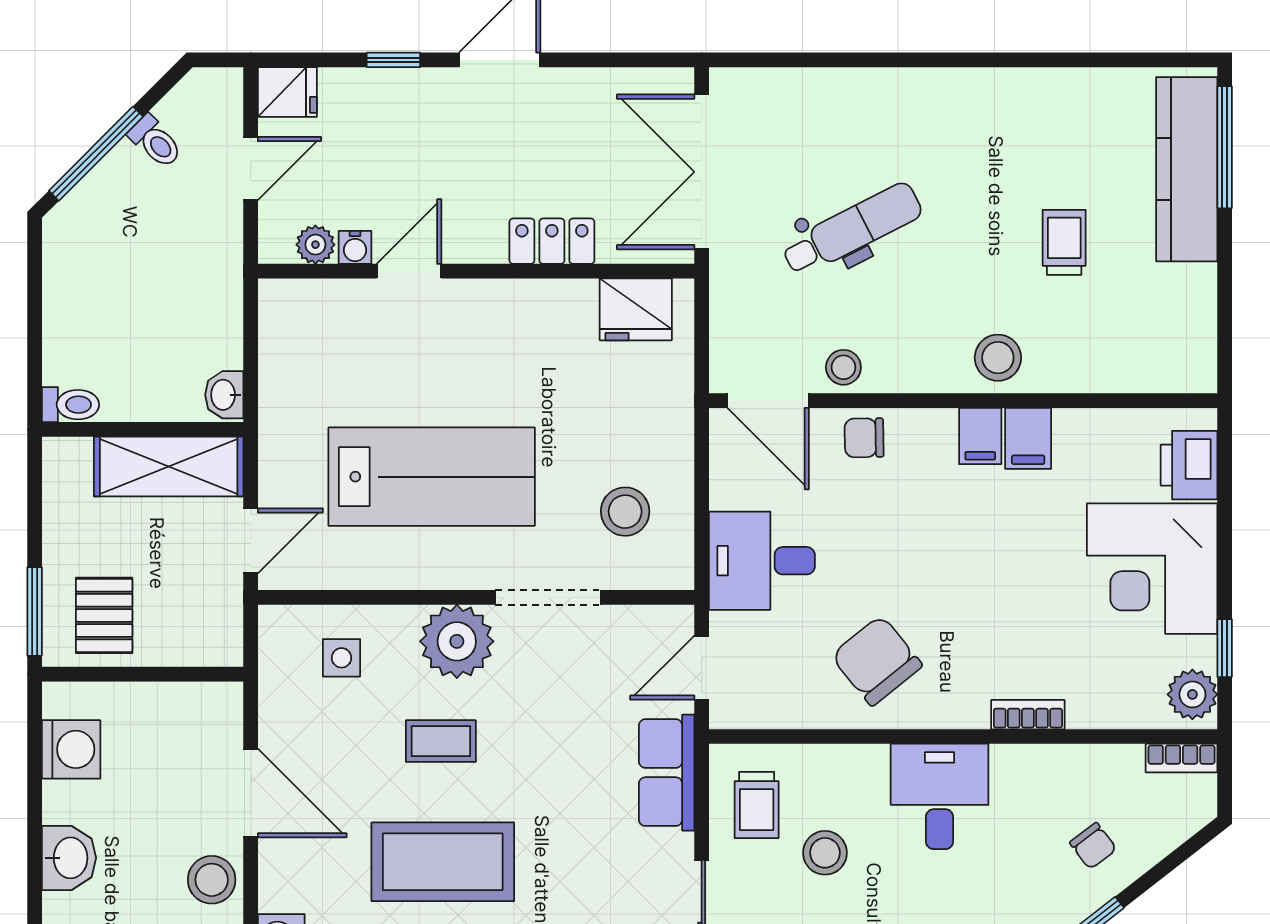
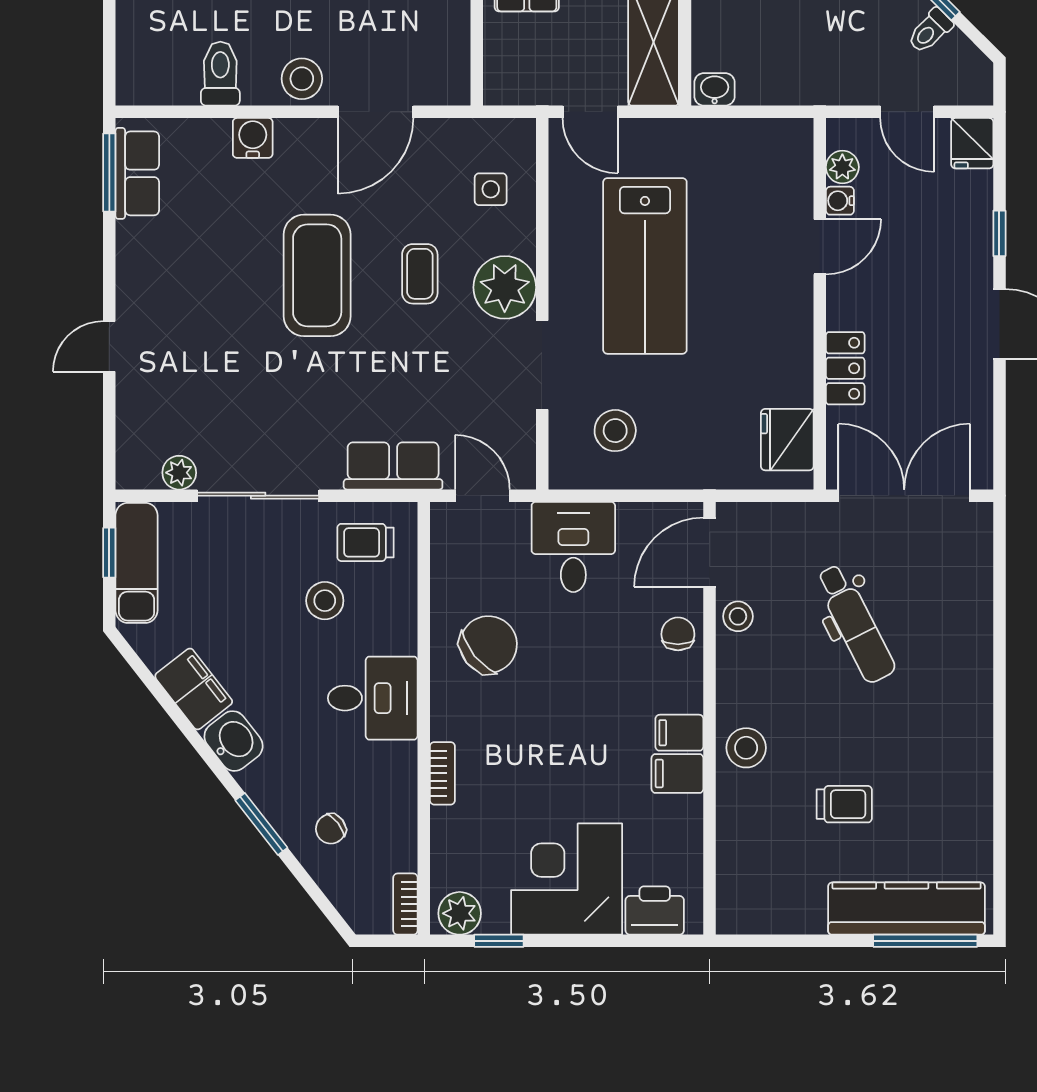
door: (409, 271) -> (820, 247), hinge flipped

